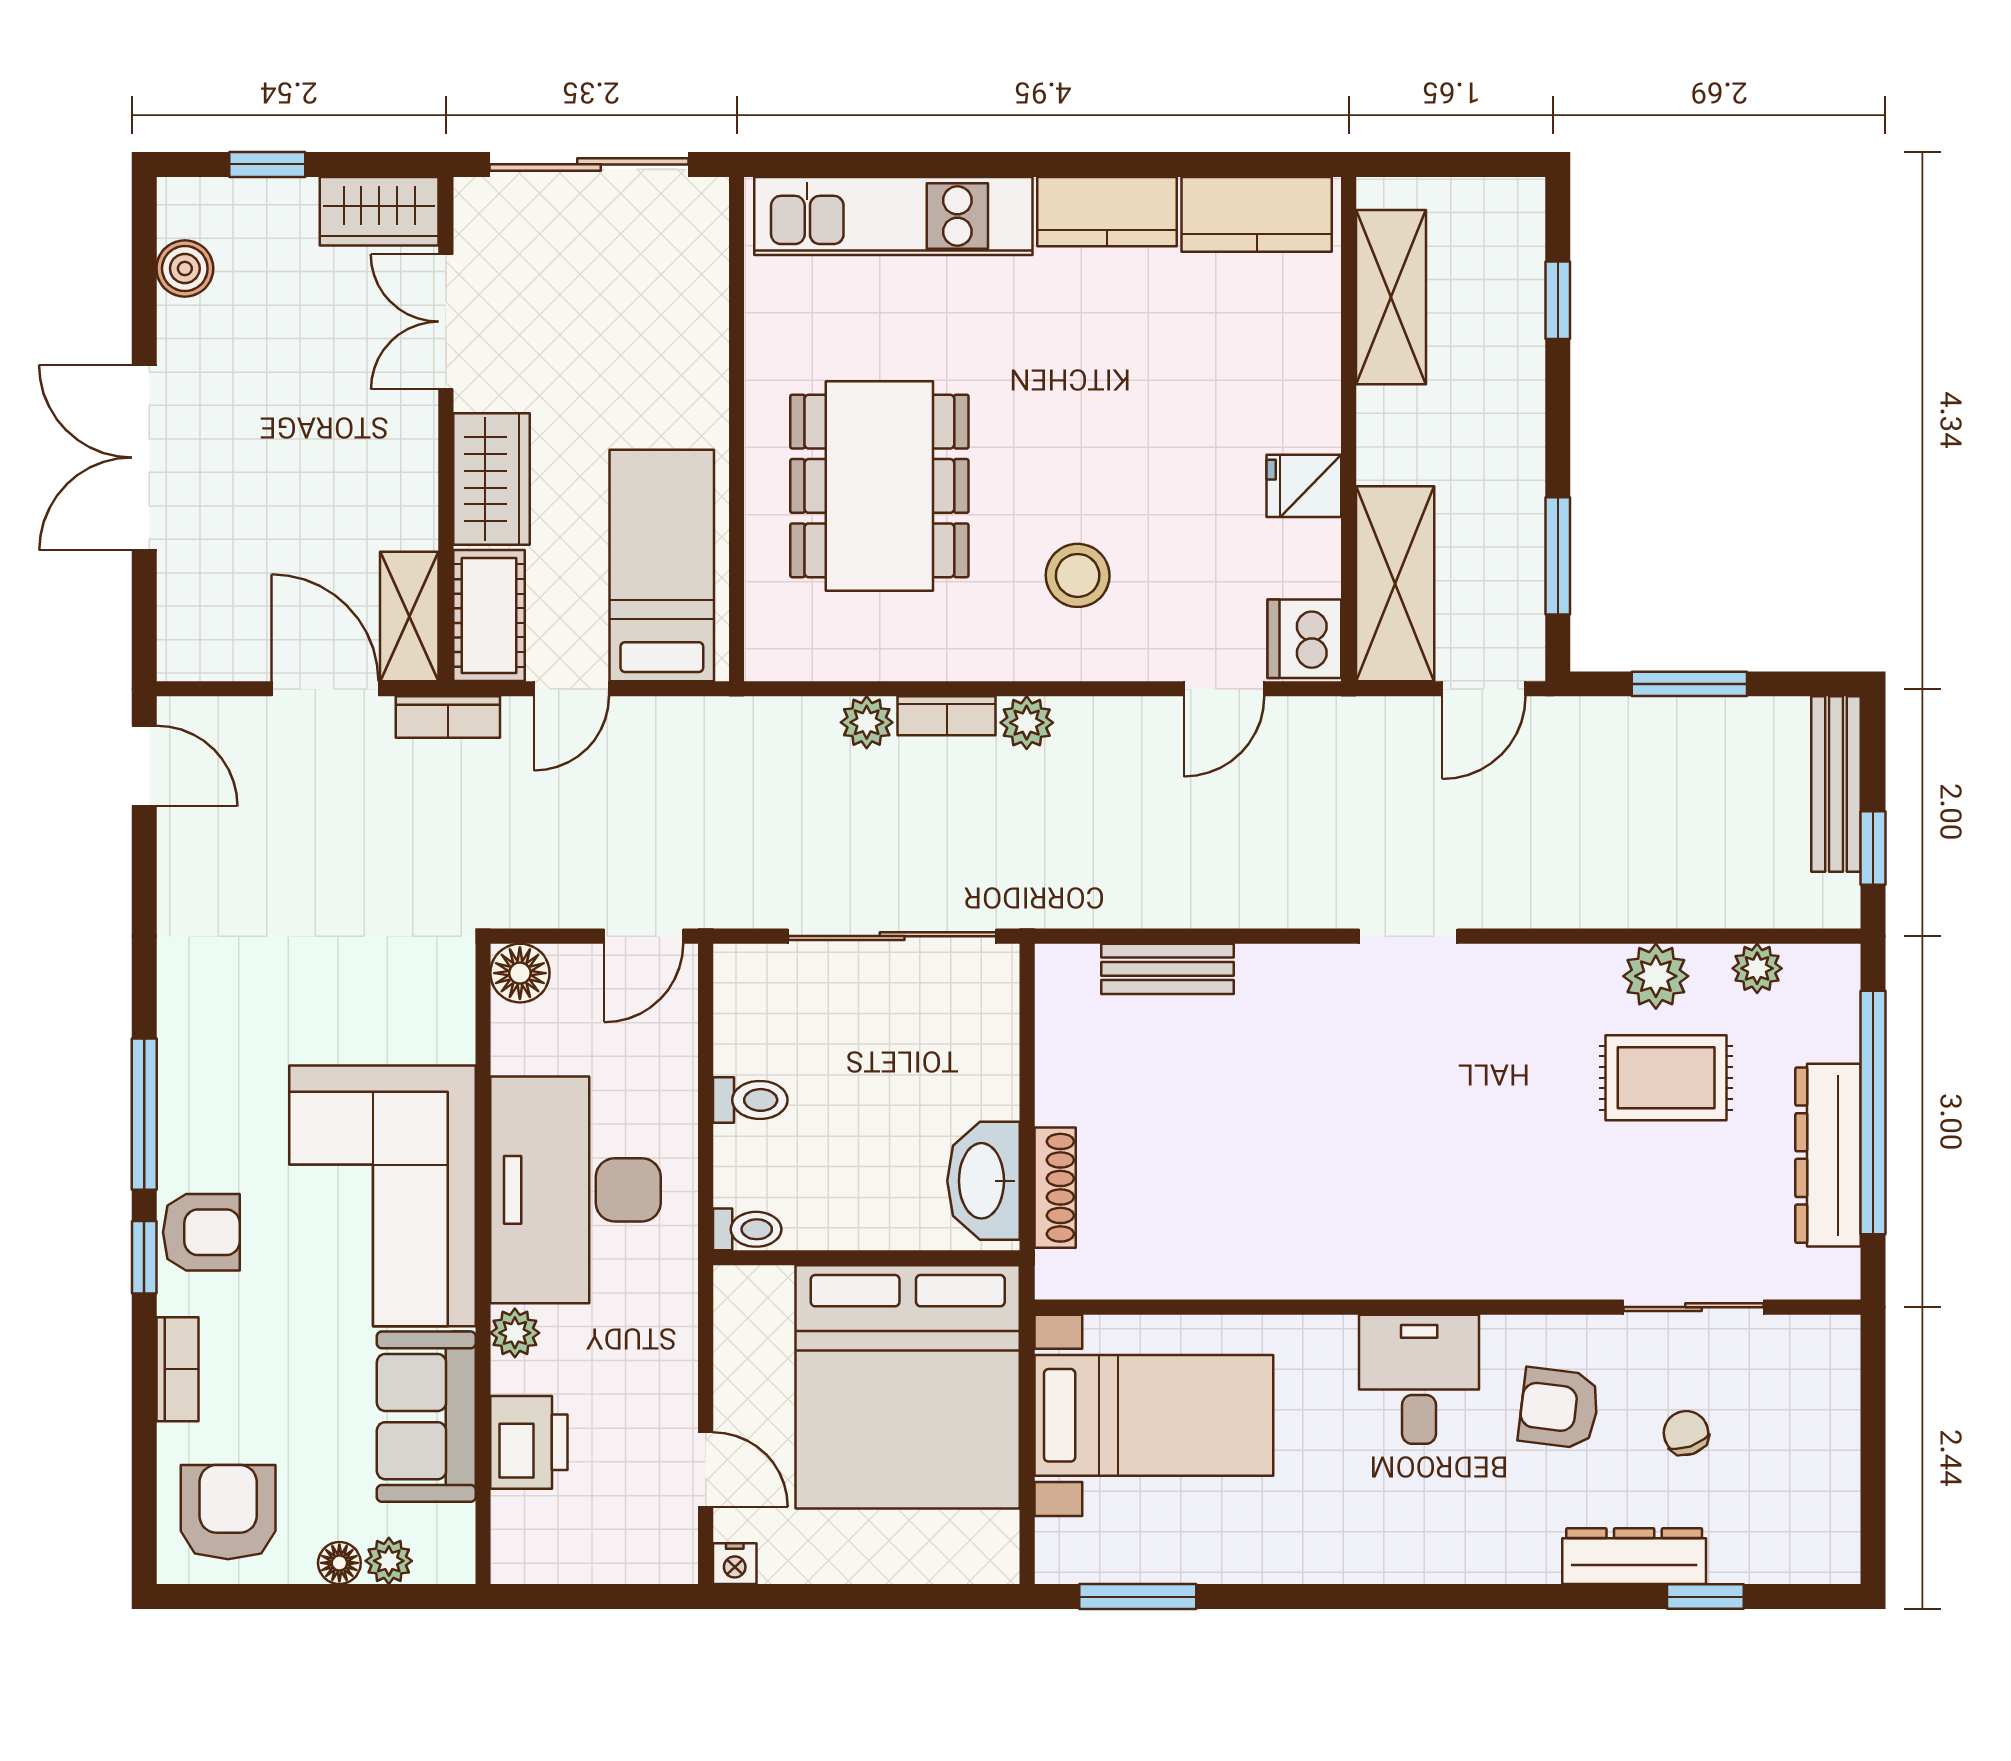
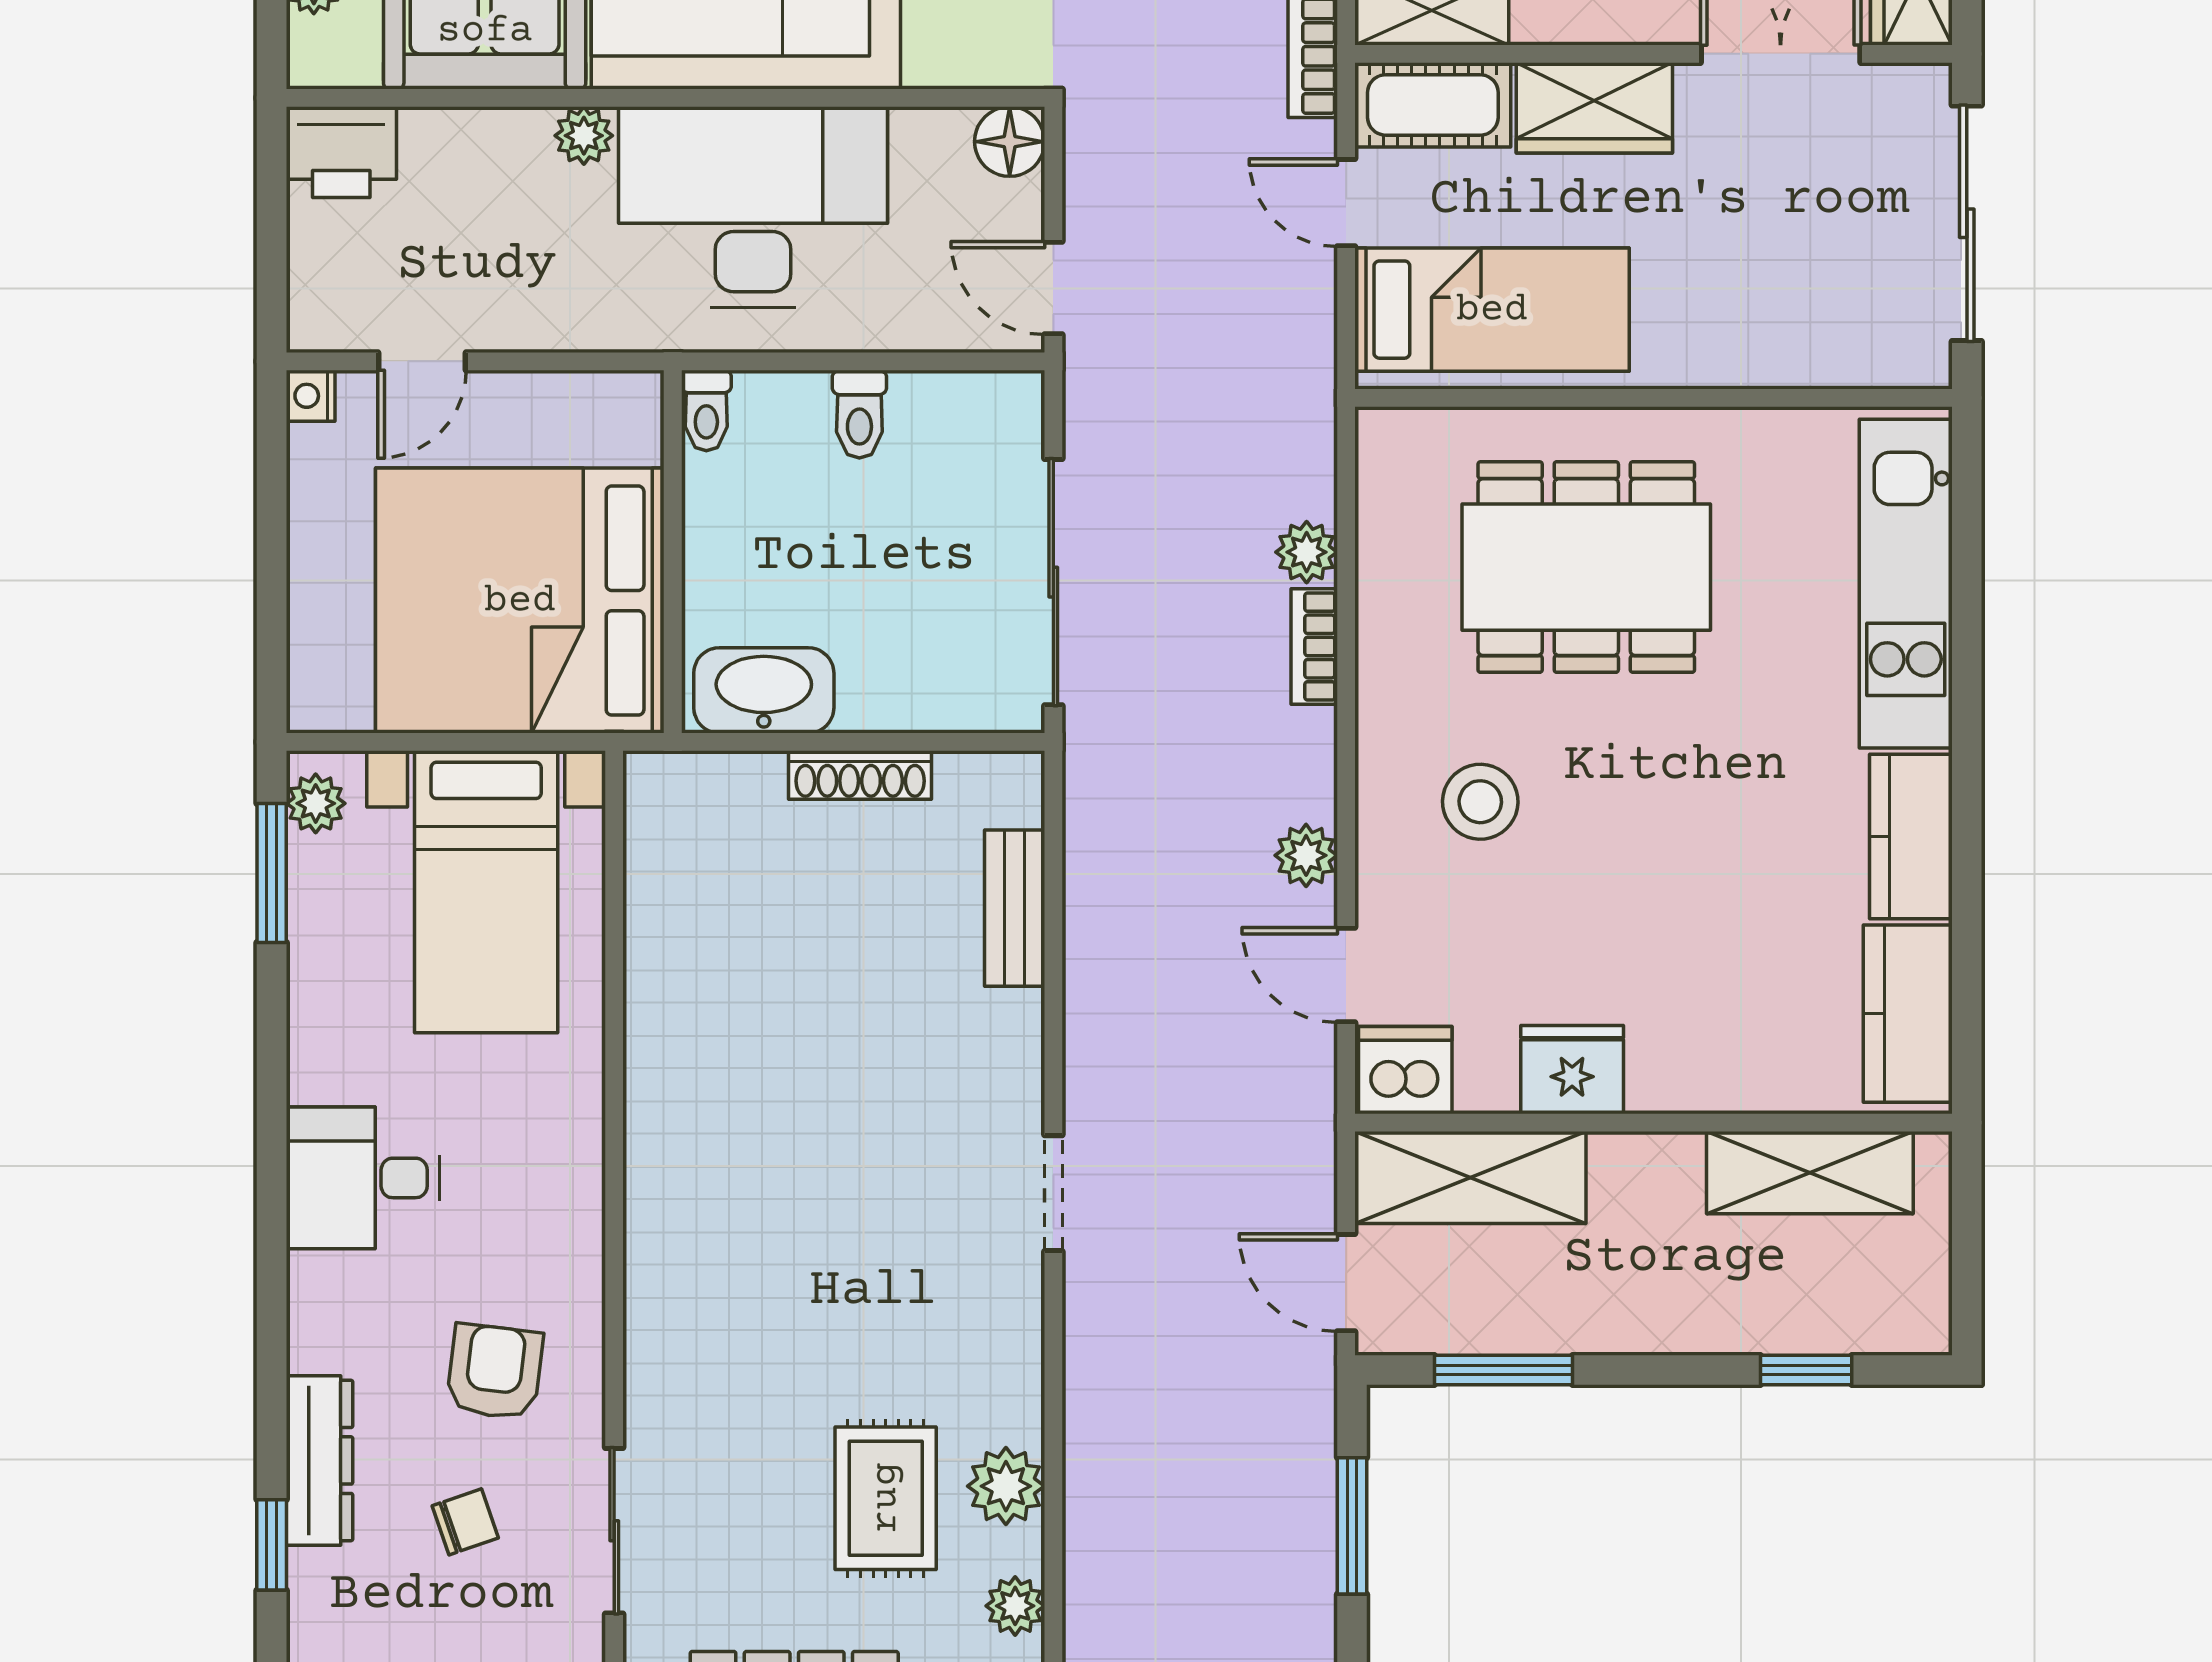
fridge: (1304, 486) -> (1572, 1070), width x1.38
plant: (1027, 723) -> (1306, 855), moved
shoe rack: (1055, 1188) -> (860, 775), moved
desk: (1419, 1379) -> (363, 1178), moved, turned 180
printer: (529, 1442) -> (341, 152), moved
plant: (1079, 1559) -> (316, 803), added

